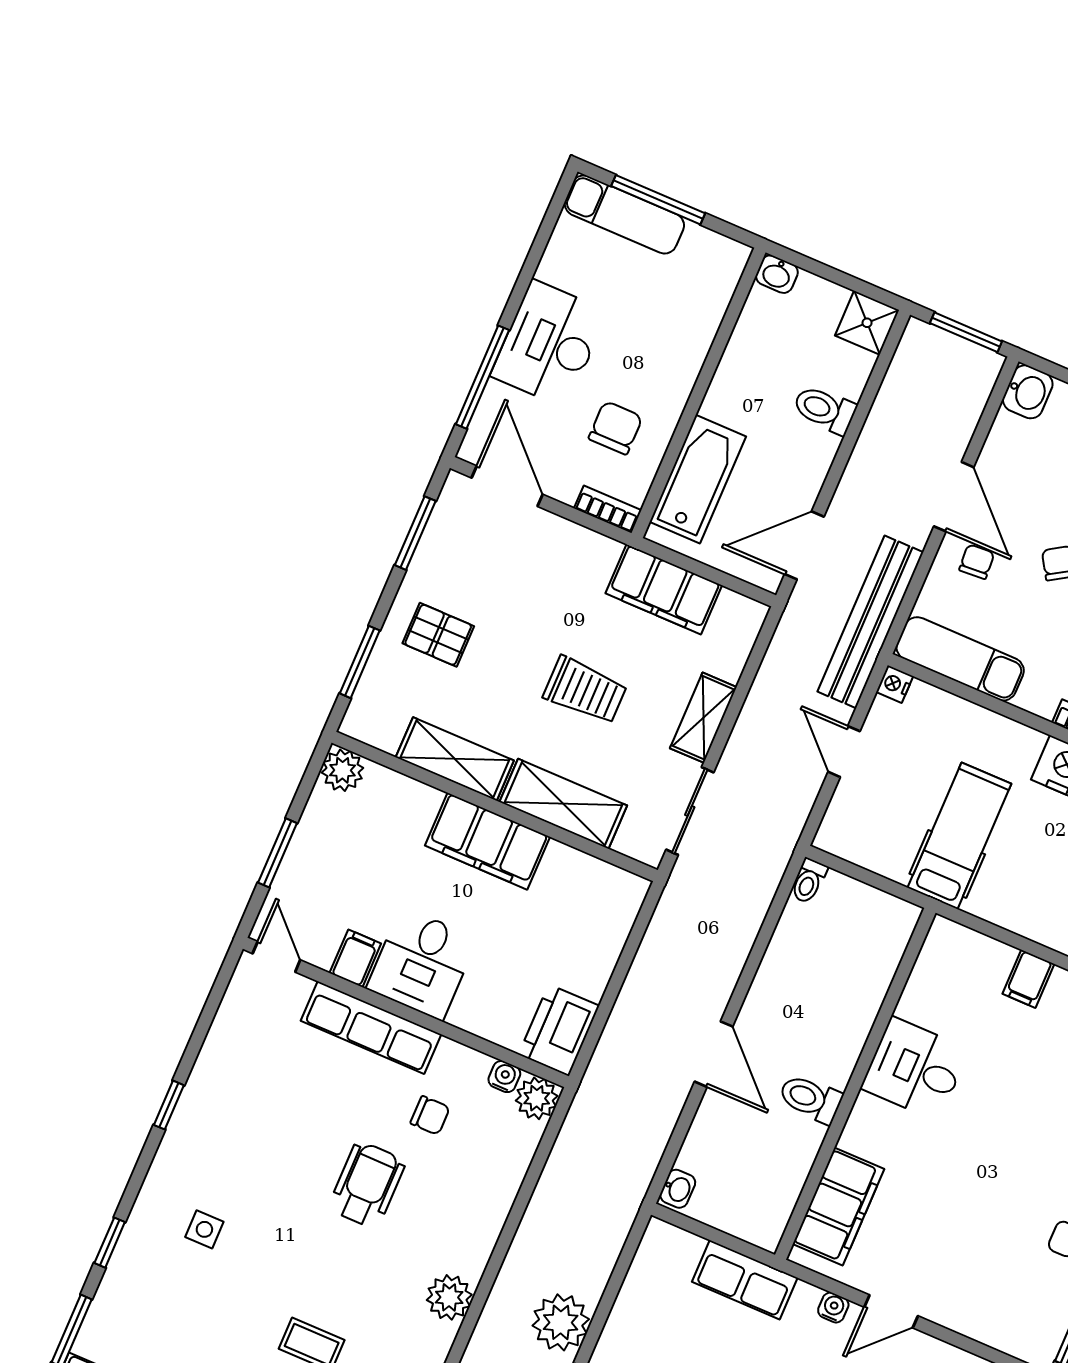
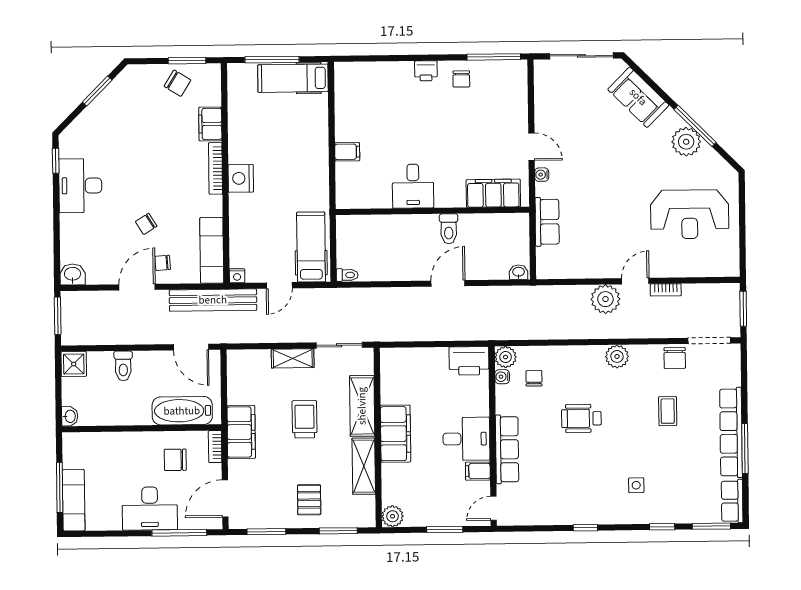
filing cabinet: (664, 589) -> (241, 432), moved
hospital bed: (959, 836) -> (311, 247), moved, turned 90
chair: (430, 1115) -> (534, 378), moved

